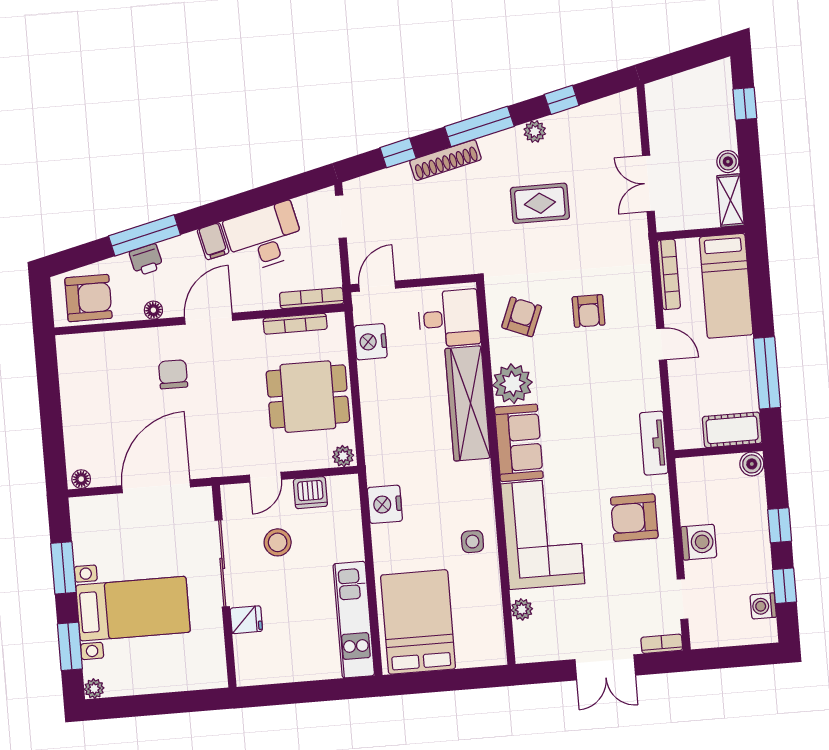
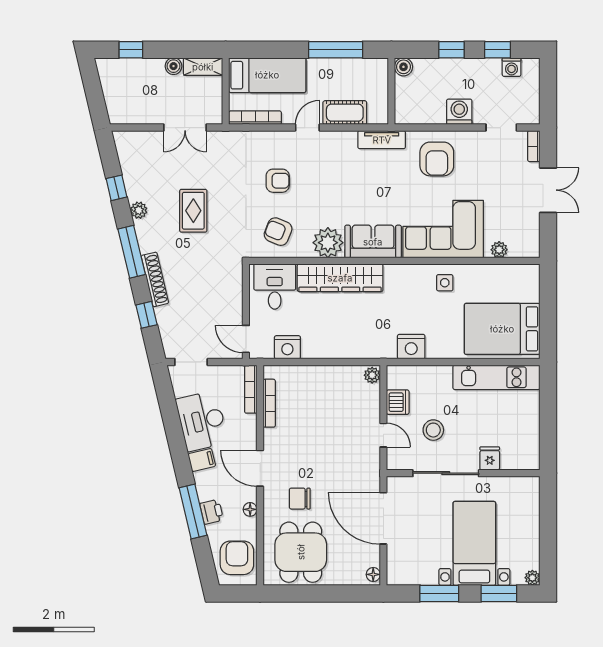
dining table: (308, 397) -> (301, 552), moved
cot: (732, 430) -> (345, 113), moved, turned 90

